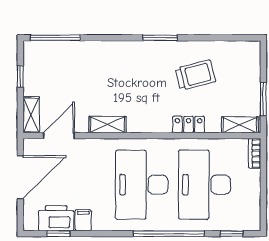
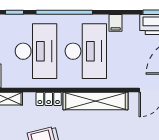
shelving: (107, 125) -> (95, 101), width x2.20, depth x1.33
filing cabinet: (83, 220) -> (116, 23), moved

